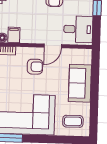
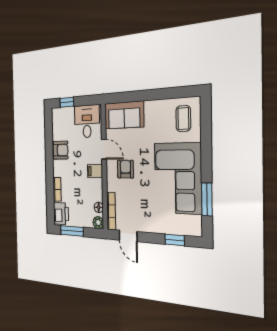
filing cabinet: (14, 35) -> (95, 171), moved
sofa: (80, 83) -> (124, 115), moved

